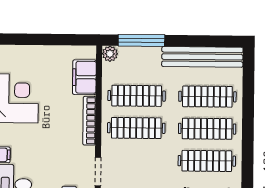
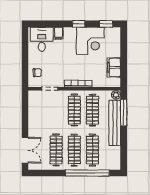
bench: (202, 57) -> (115, 123), moved
filing cabinet: (84, 77) -> (114, 67), moved, turned -90
window: (248, 106) -> (87, 173), added

